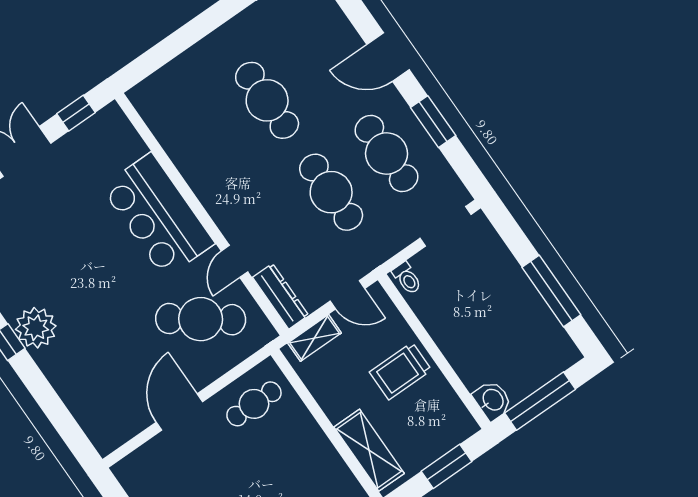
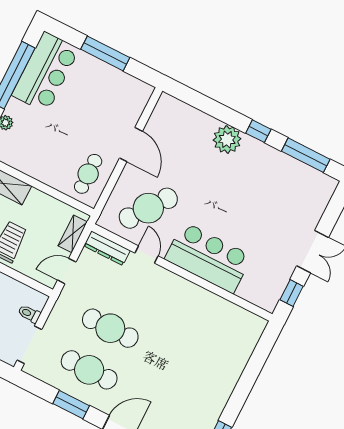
cafe table: (267, 100) -> (179, 363), removed
toilet: (407, 278) -> (29, 314), moved
plant: (36, 328) -> (227, 139), moved

